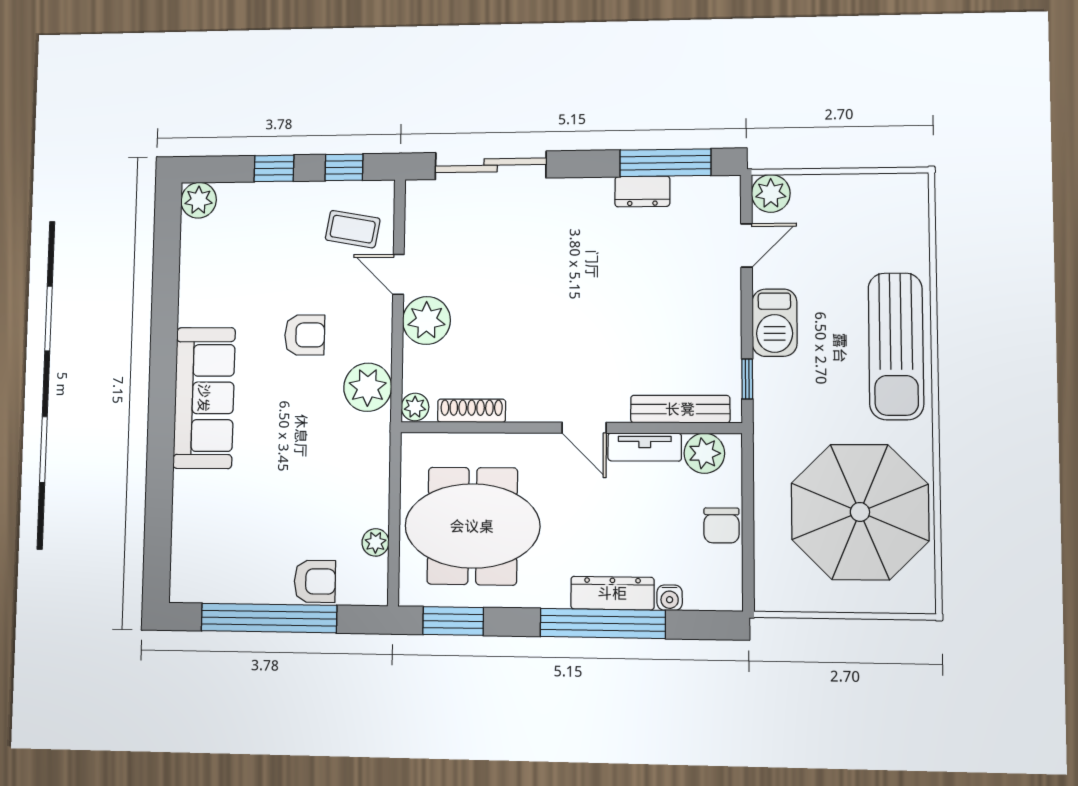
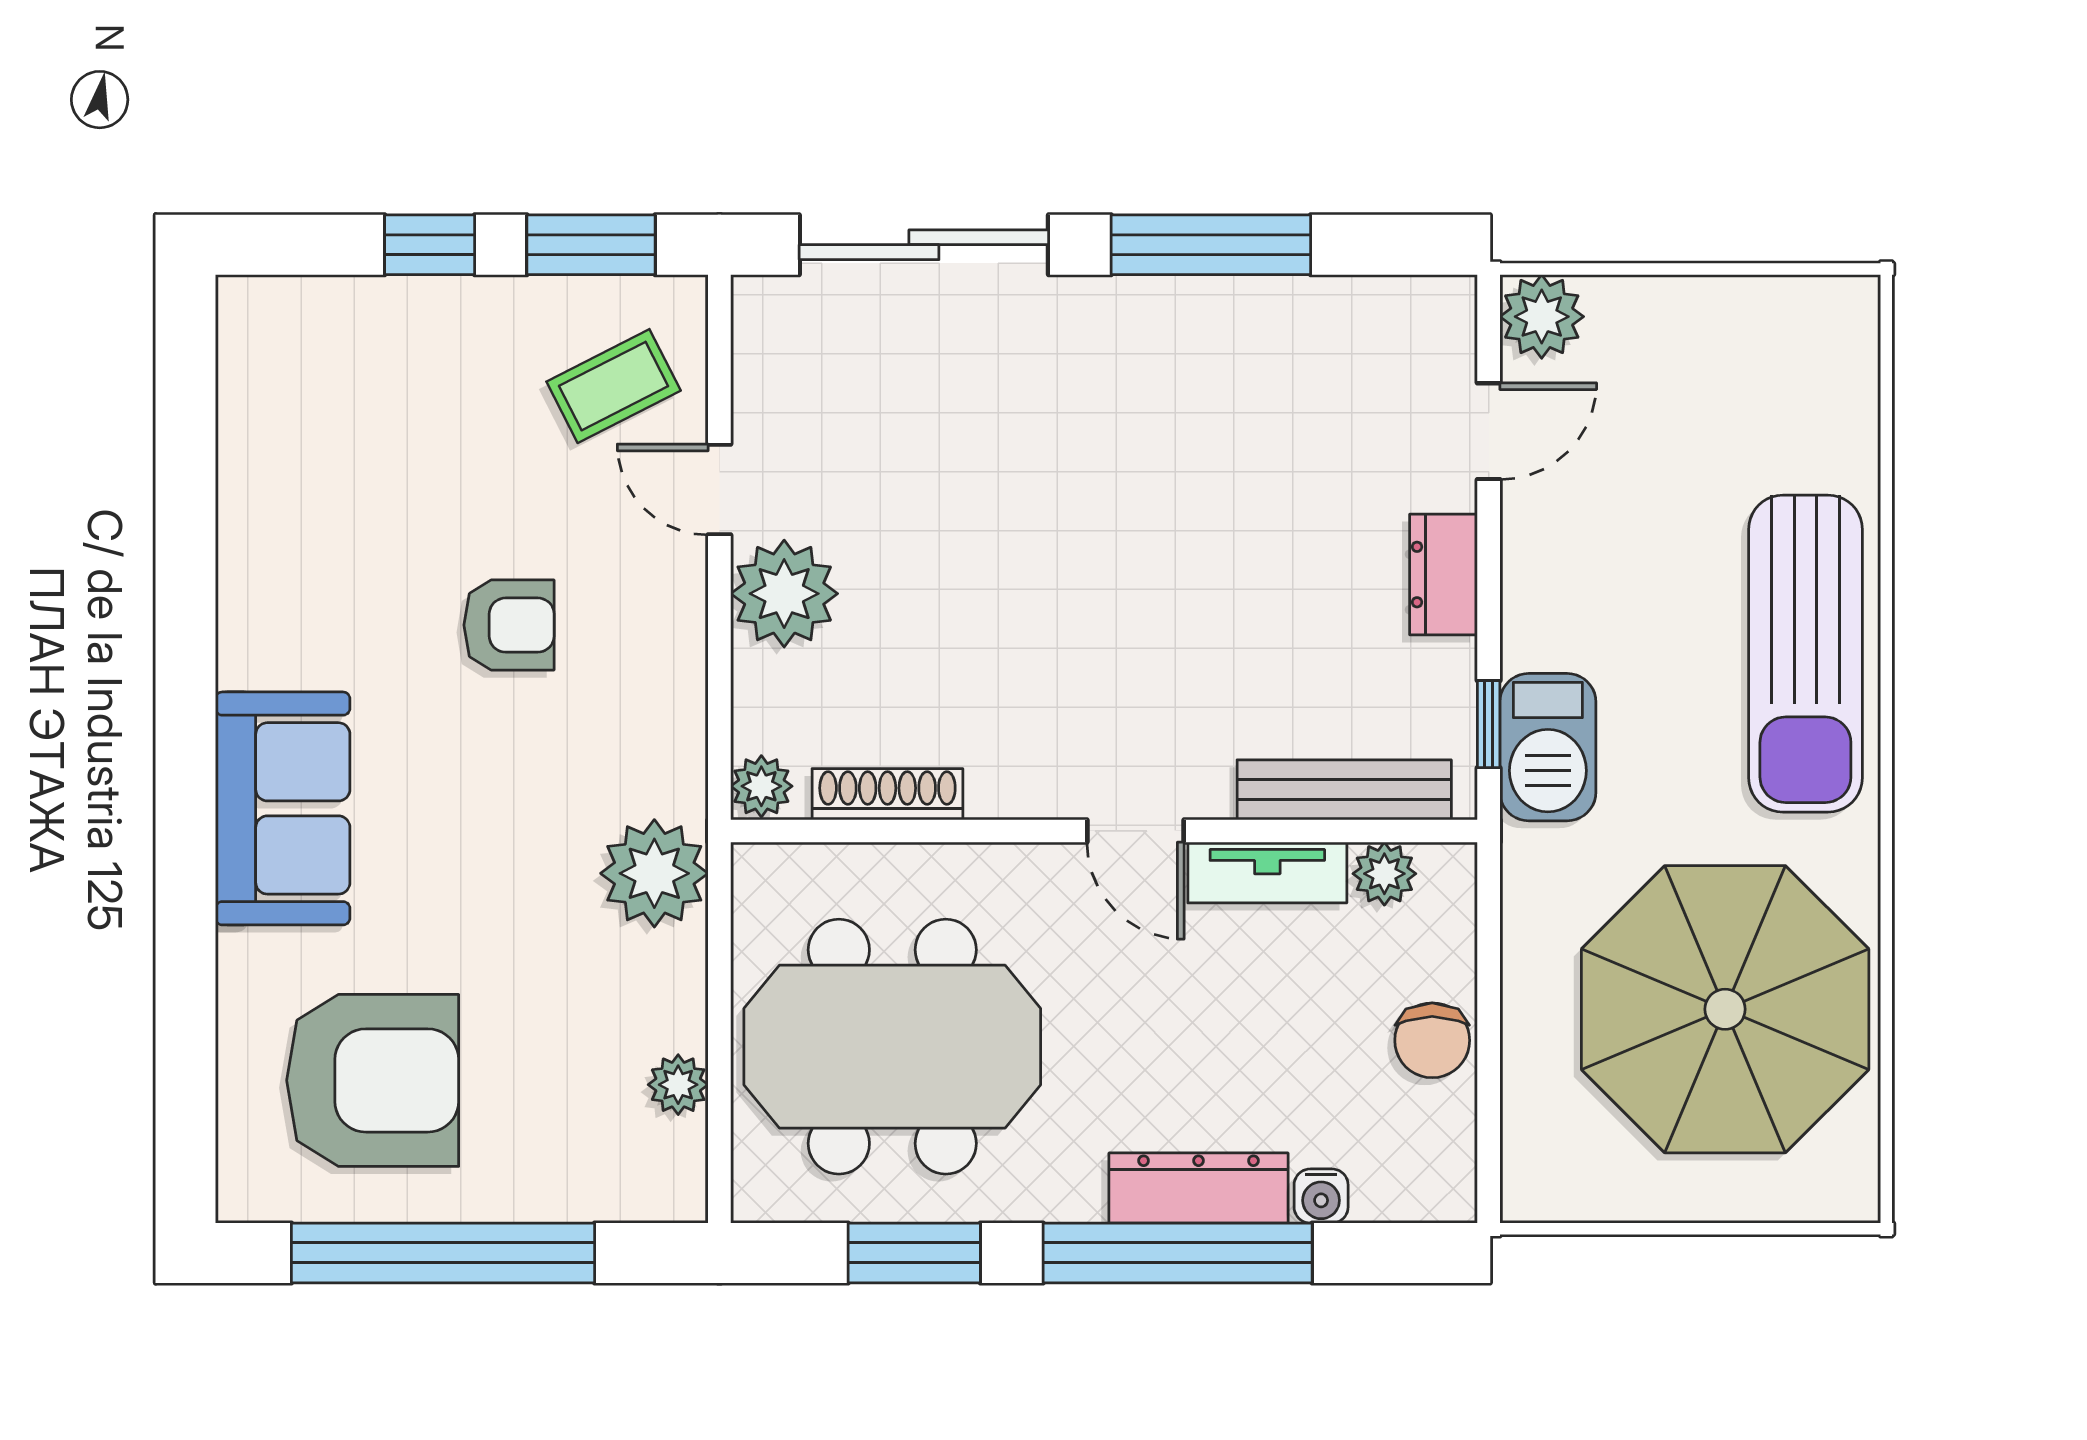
window: (665, 163) -> (1211, 245), moved
window: (344, 167) -> (591, 245), width x1.50
dresser: (642, 191) -> (1443, 575), moved, turned 90
plant: (199, 200) -> (256, 316), removed
coffee table: (353, 229) -> (614, 386), turned -37
barbecue: (775, 323) -> (1548, 747), moved
plant: (368, 387) -> (654, 873), moved
sofa: (204, 398) -> (283, 808), width x0.73
plant: (704, 453) -> (1384, 874), width x0.73, depth x0.73
armchair: (315, 581) -> (373, 1080), moved, width x1.88, depth x1.88
window: (453, 621) -> (914, 1253), moved

